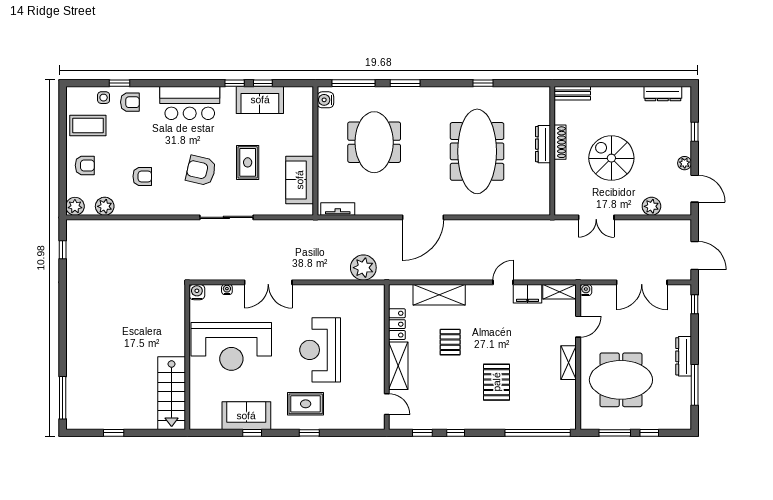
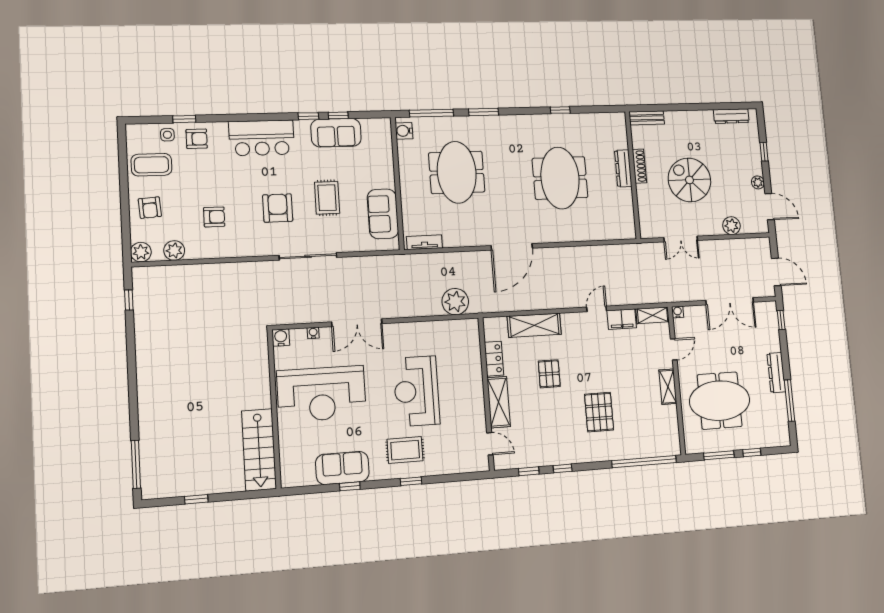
meeting table: (477, 151) -> (560, 178), width x0.73
armchair: (85, 165) -> (150, 208), turned 86
armchair: (201, 170) -> (278, 208), turned 77

